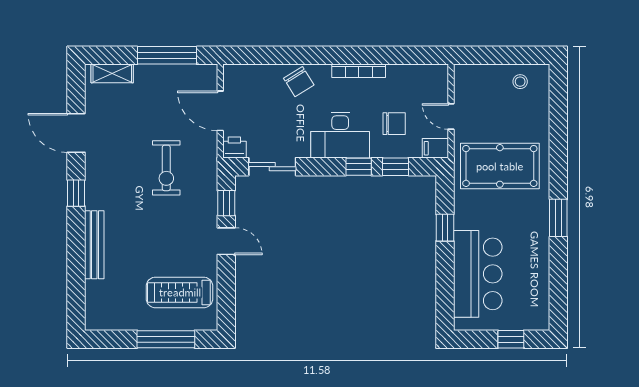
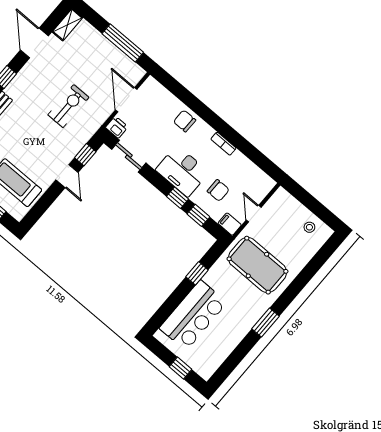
bookcase: (359, 71) -> (223, 144), width x0.64
shelving: (112, 73) -> (68, 25), moved, turned 90
chair: (299, 82) -> (185, 121), turned 122
exercise bike: (166, 168) -> (68, 106), turned 180

